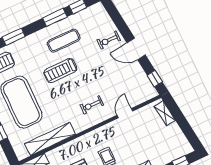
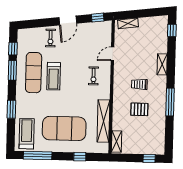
exercise mat: (64, 41) -> (34, 73), width x1.36, depth x1.45
treadmill: (60, 71) -> (54, 76), moved
door: (125, 113) -> (112, 54), hinge flipped

